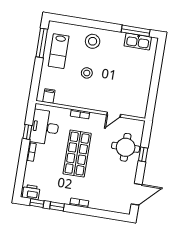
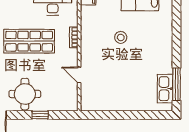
stool: (93, 41) -> (157, 38), removed
round table: (126, 147) -> (25, 94), moved

